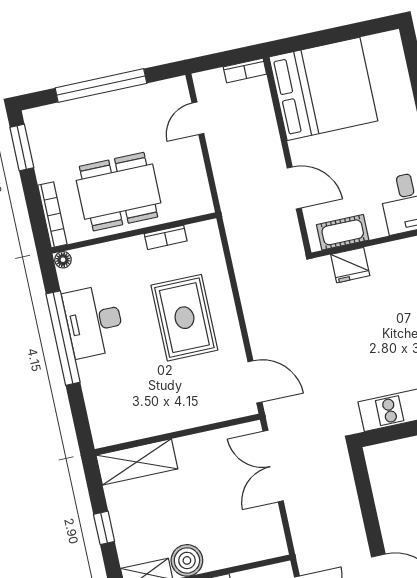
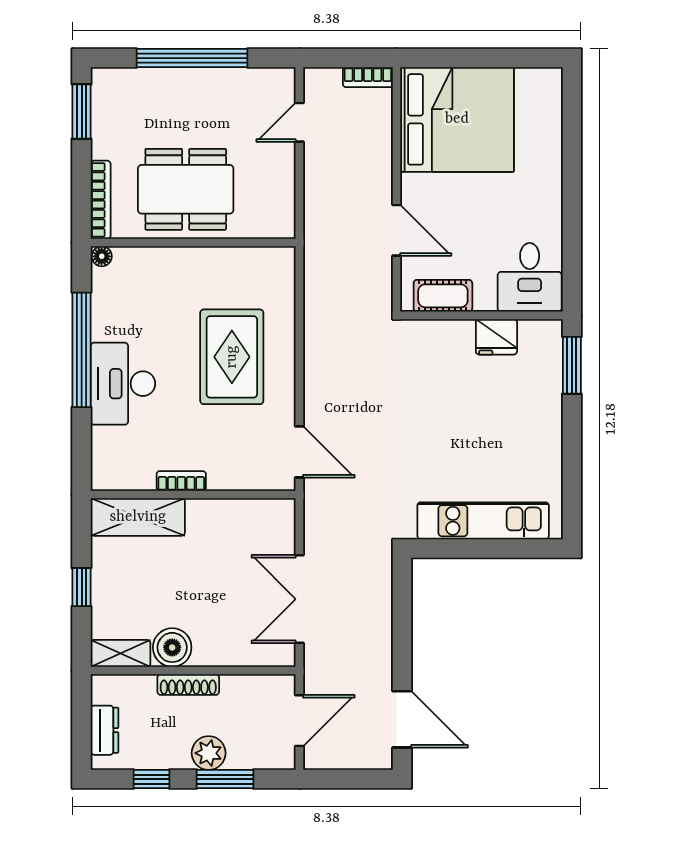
bookcase: (166, 237) -> (181, 481), moved, turned 180
fridge: (350, 265) -> (496, 337), moved
desk: (94, 321) -> (123, 384), moved
double door: (273, 466) -> (299, 599), moved

